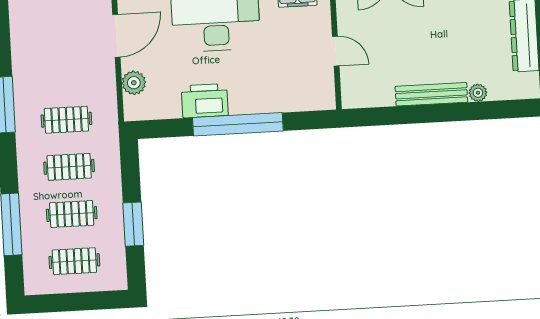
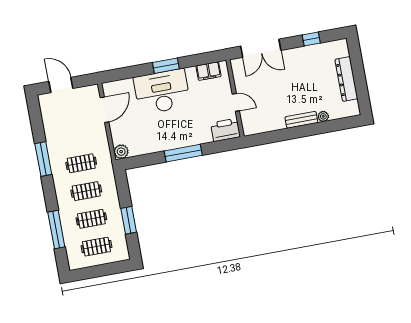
plant: (134, 83) -> (121, 152), moved
bench: (431, 94) -> (301, 120), width x0.73
printer: (205, 101) -> (225, 130), moved
window: (238, 124) -> (183, 153), width x0.68

